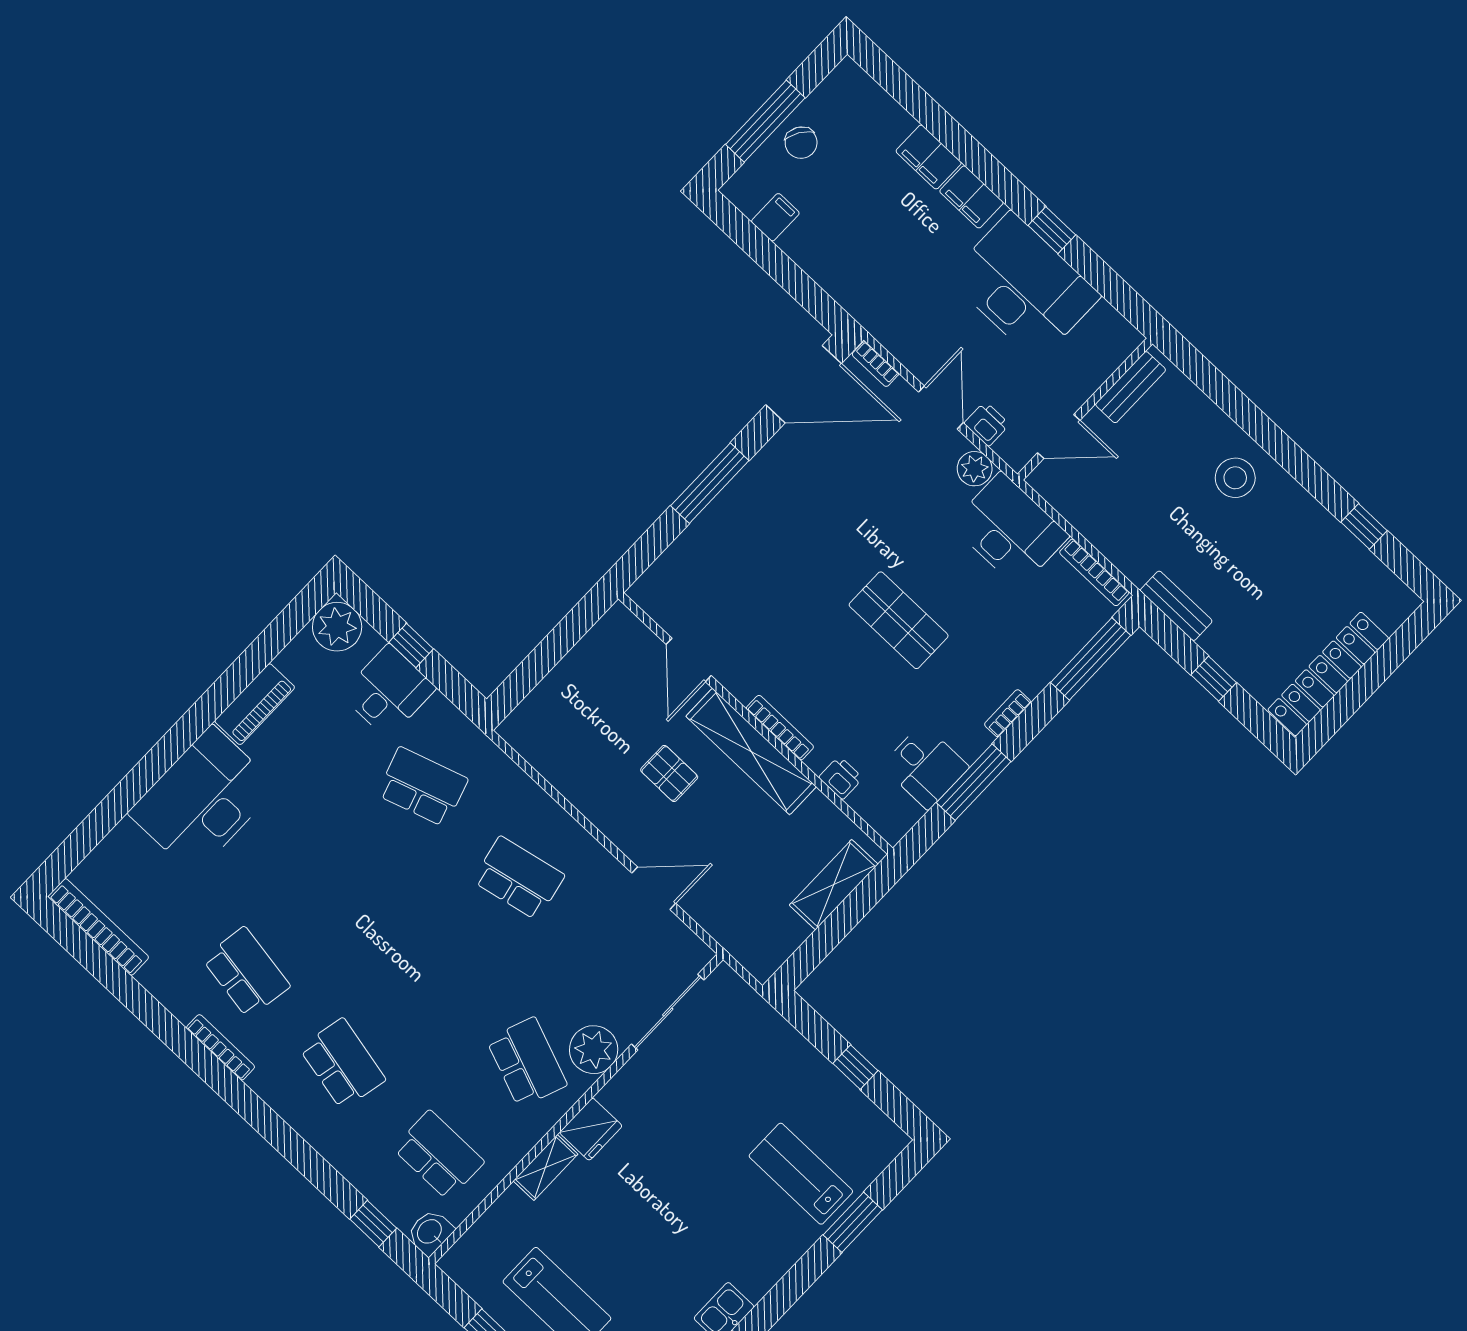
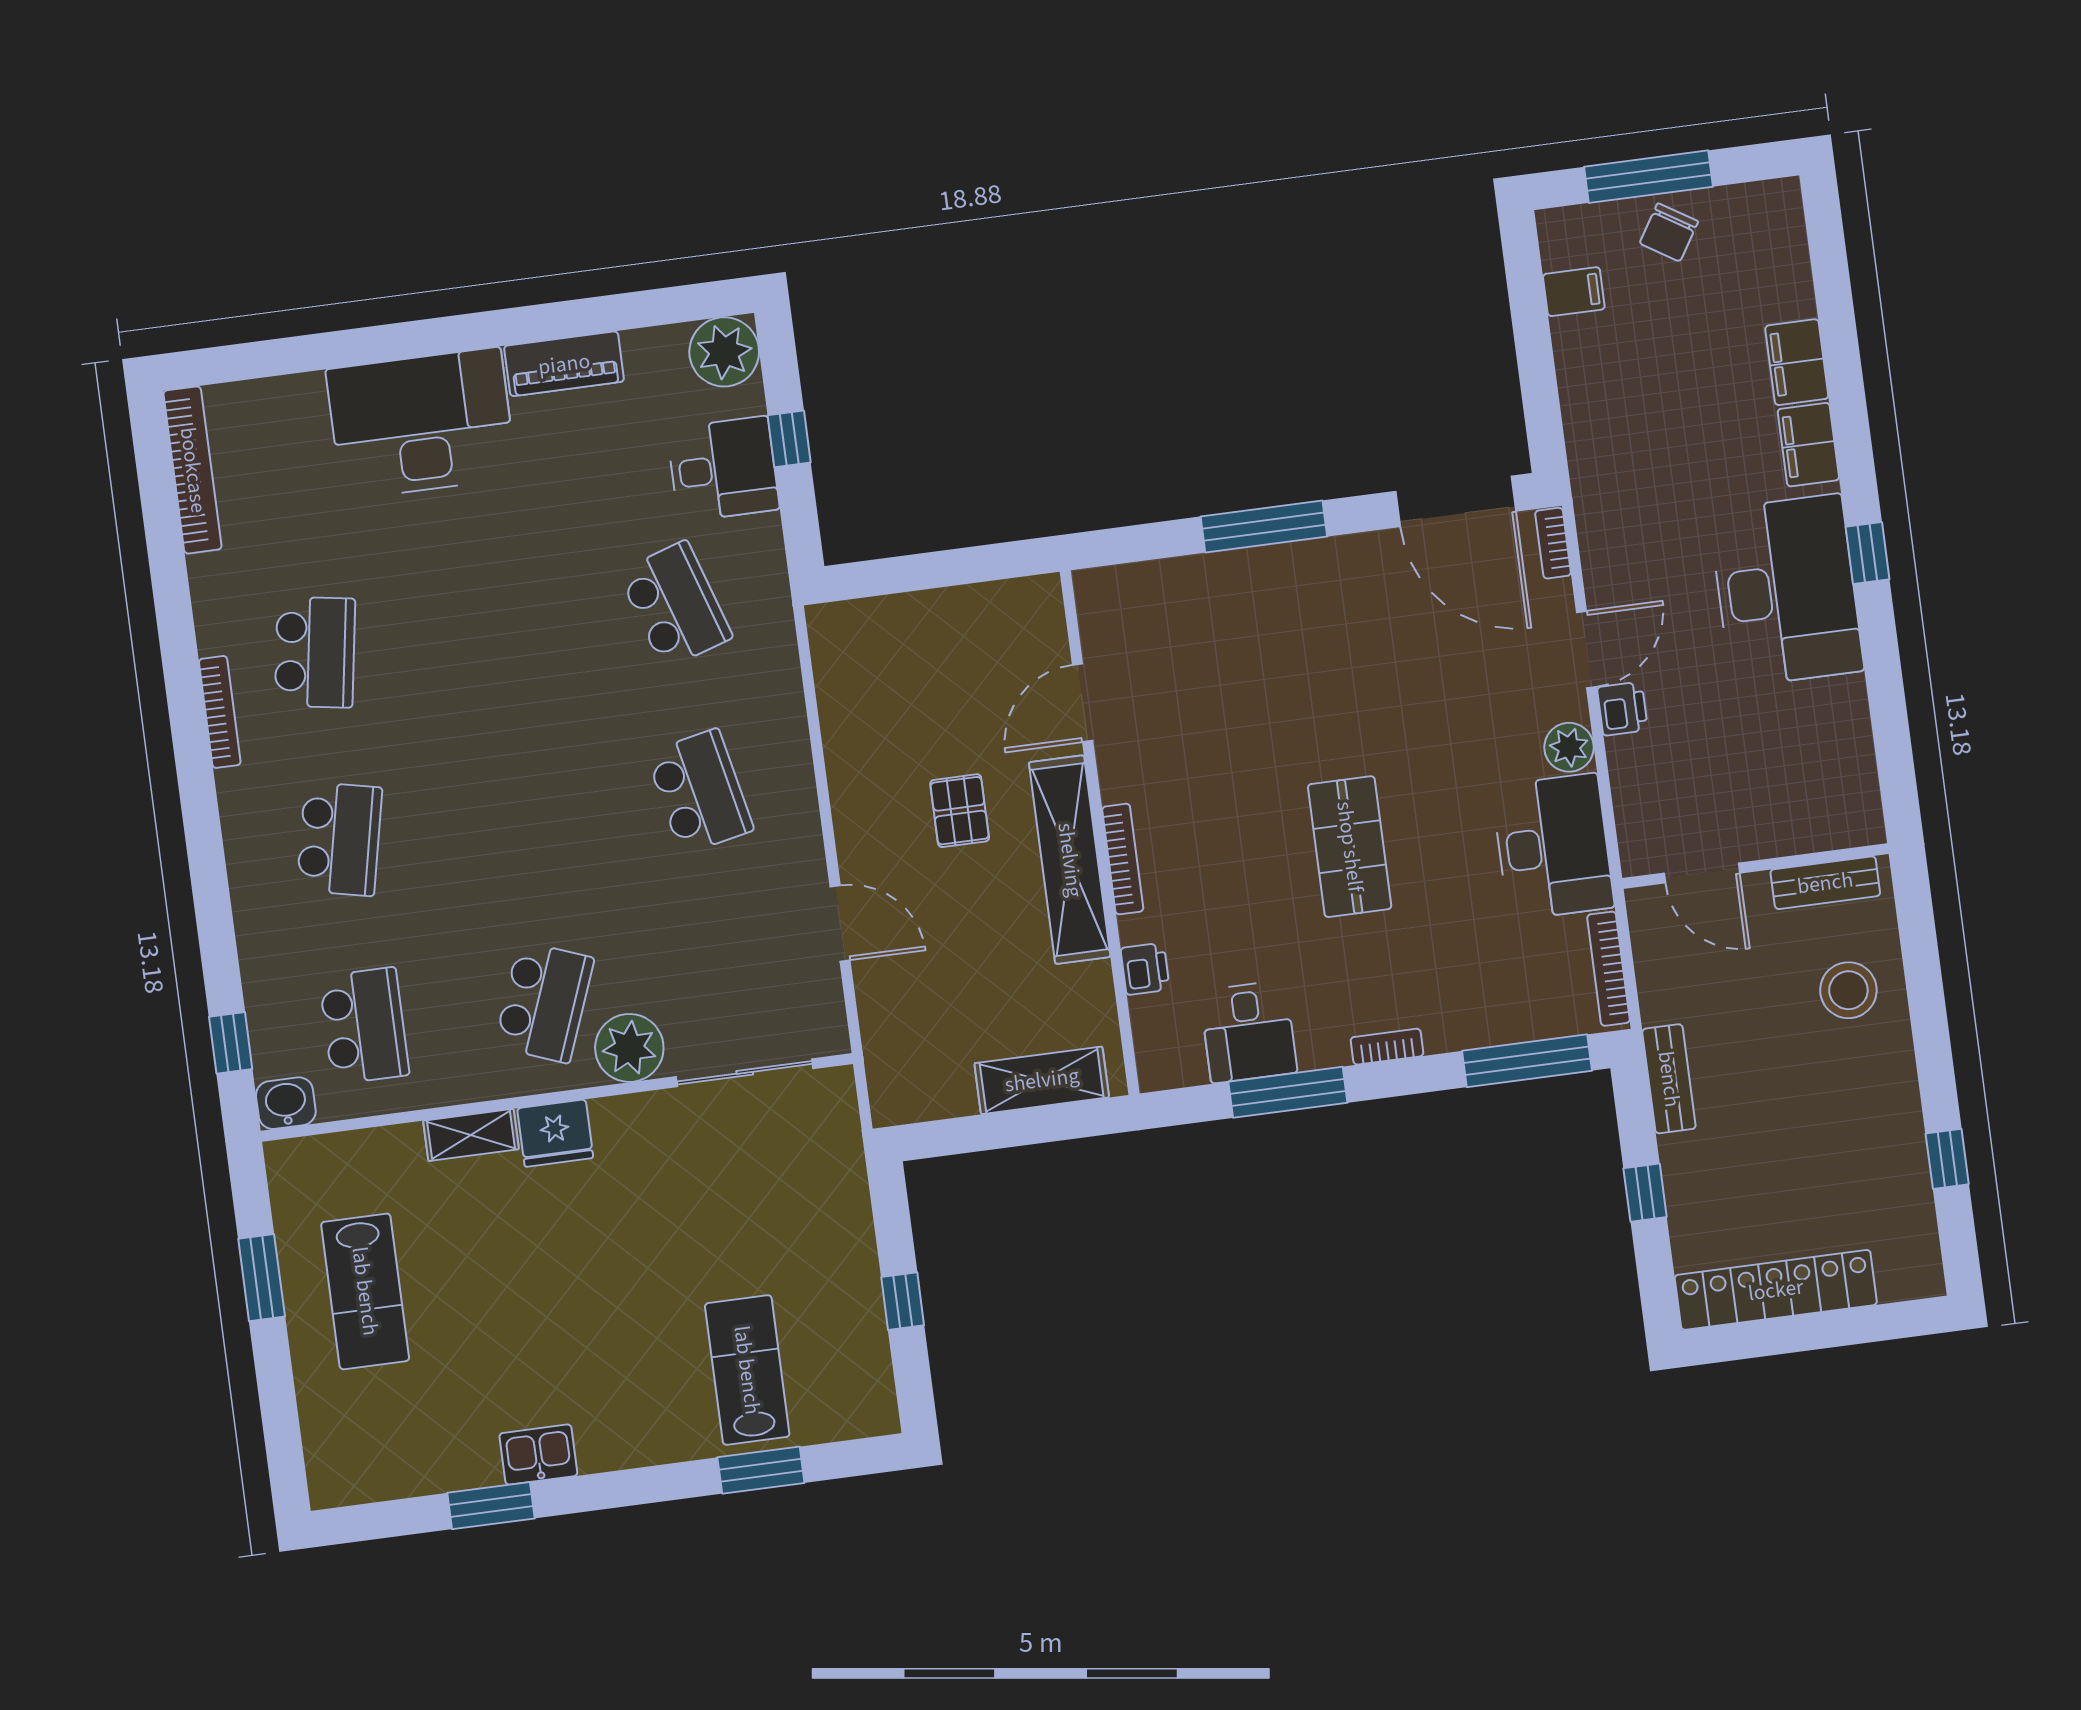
bench: (1131, 387) -> (1825, 883), moved
wall: (1085, 409) -> (1755, 866), moved
door: (1059, 437) -> (1702, 873), moved

